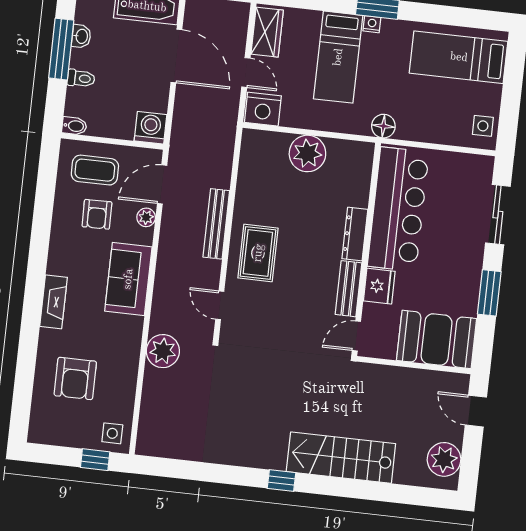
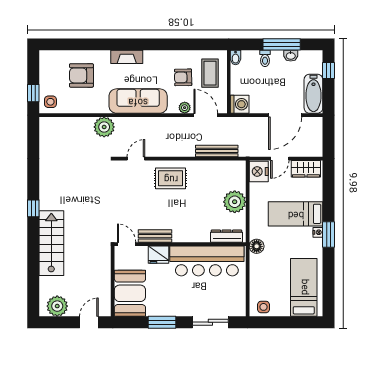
bench: (216, 224) -> (217, 151), moved
dresser: (355, 234) -> (227, 236), moved
sofa: (128, 279) -> (138, 101), width x1.36

